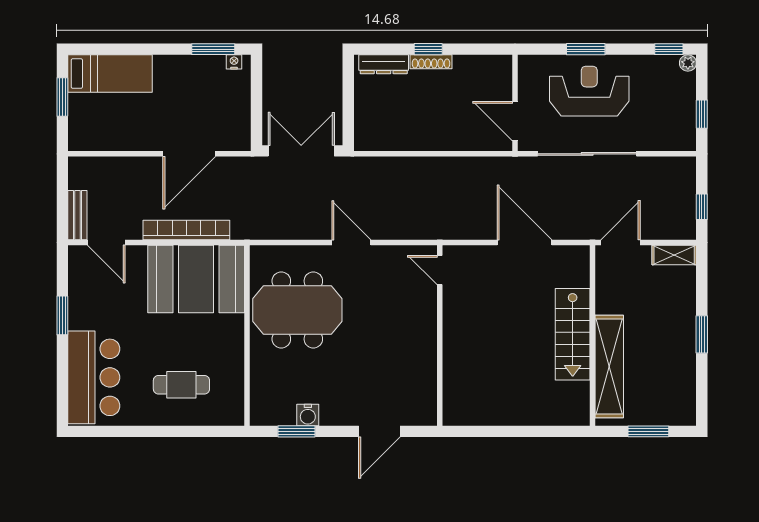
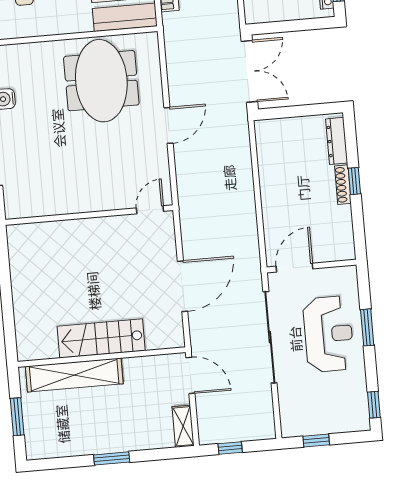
plant: (688, 63) -> (363, 423), removed

